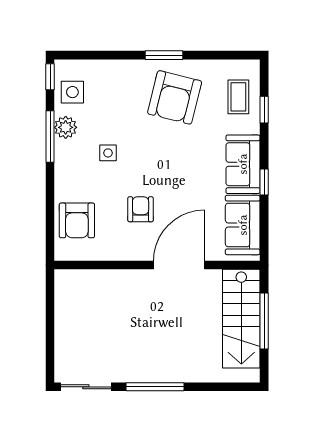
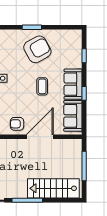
armchair: (175, 97) -> (37, 49), turned -133
coffee table: (238, 97) -> (42, 86), moved
armchair: (141, 209) -> (17, 124), moved, turned -90
stairs: (241, 319) -> (53, 188), moved, turned 90

